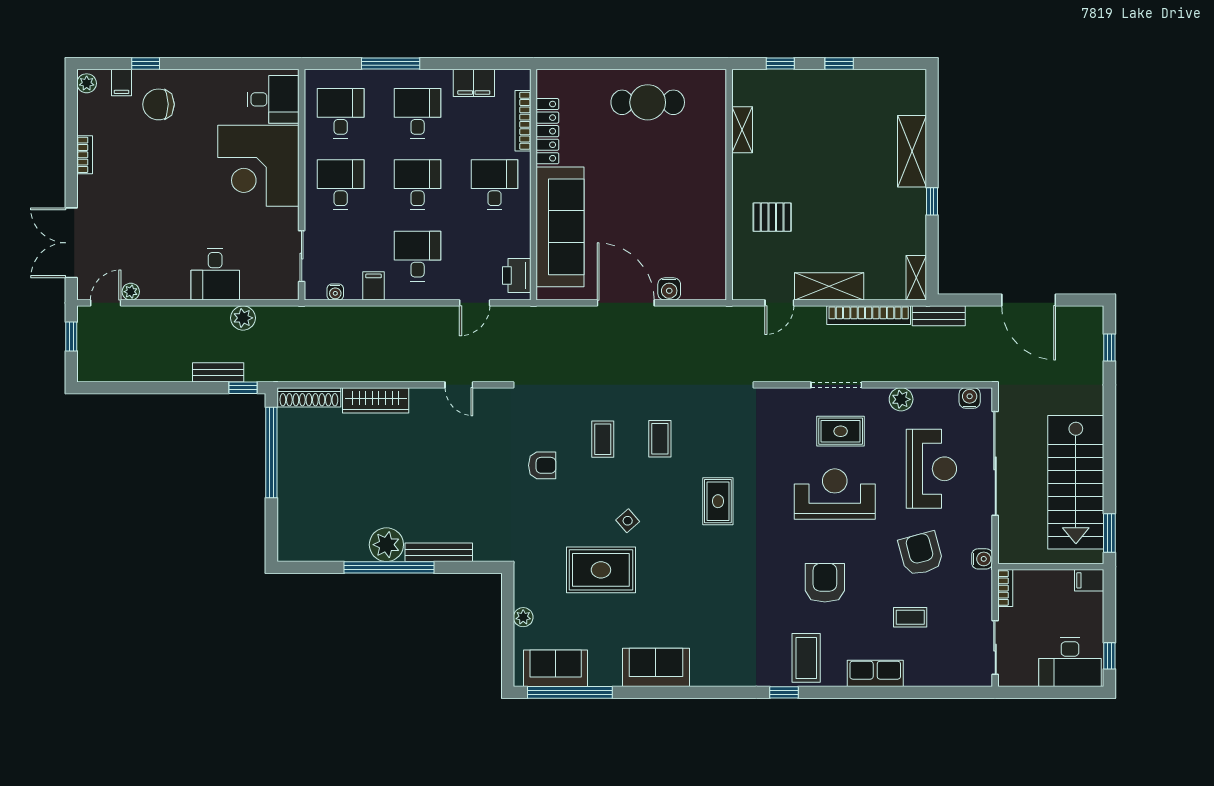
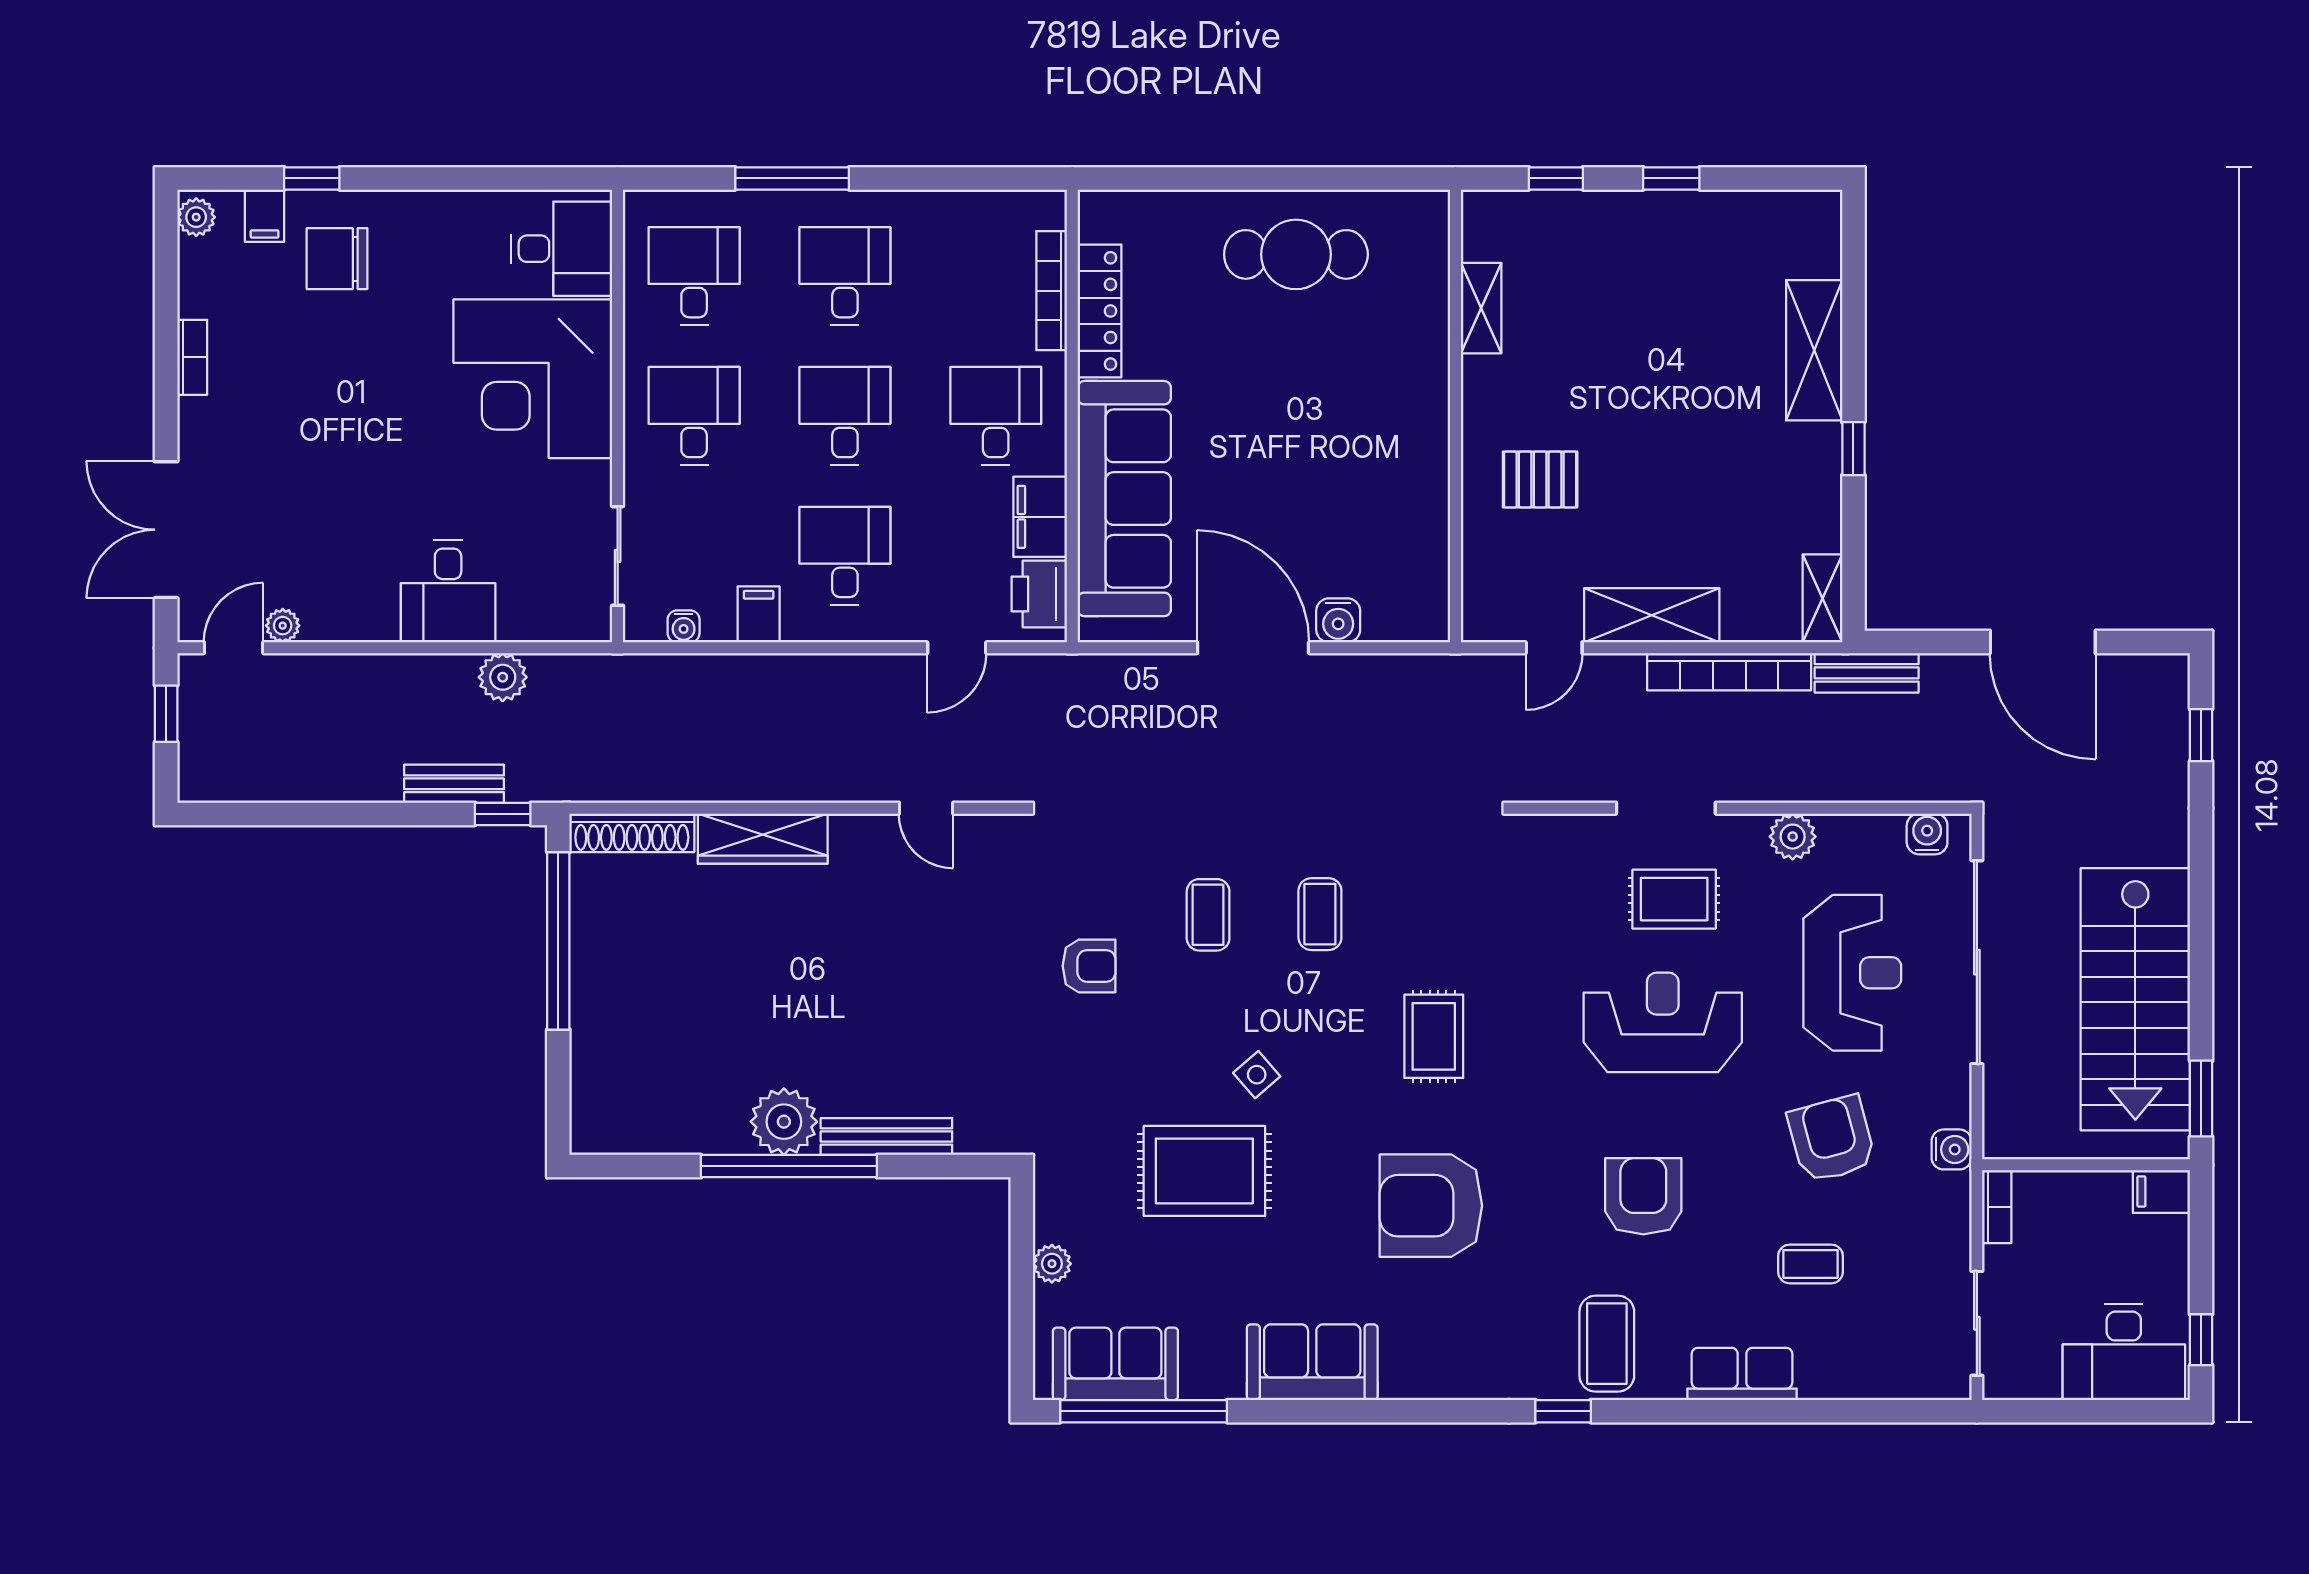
filing cabinet: (474, 83) -> (1040, 517), moved, turned 90
armchair: (716, 588) -> (1431, 1206), added

